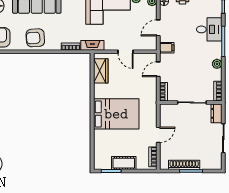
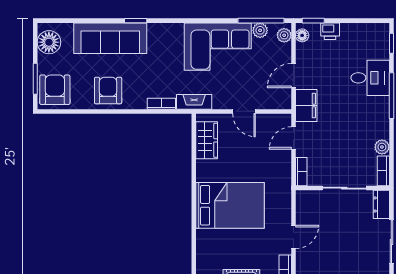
armchair: (35, 38) -> (108, 91), turned 94
filing cabinet: (167, 48) -> (306, 106), width x2.00
plant: (217, 64) -> (382, 147), moved

